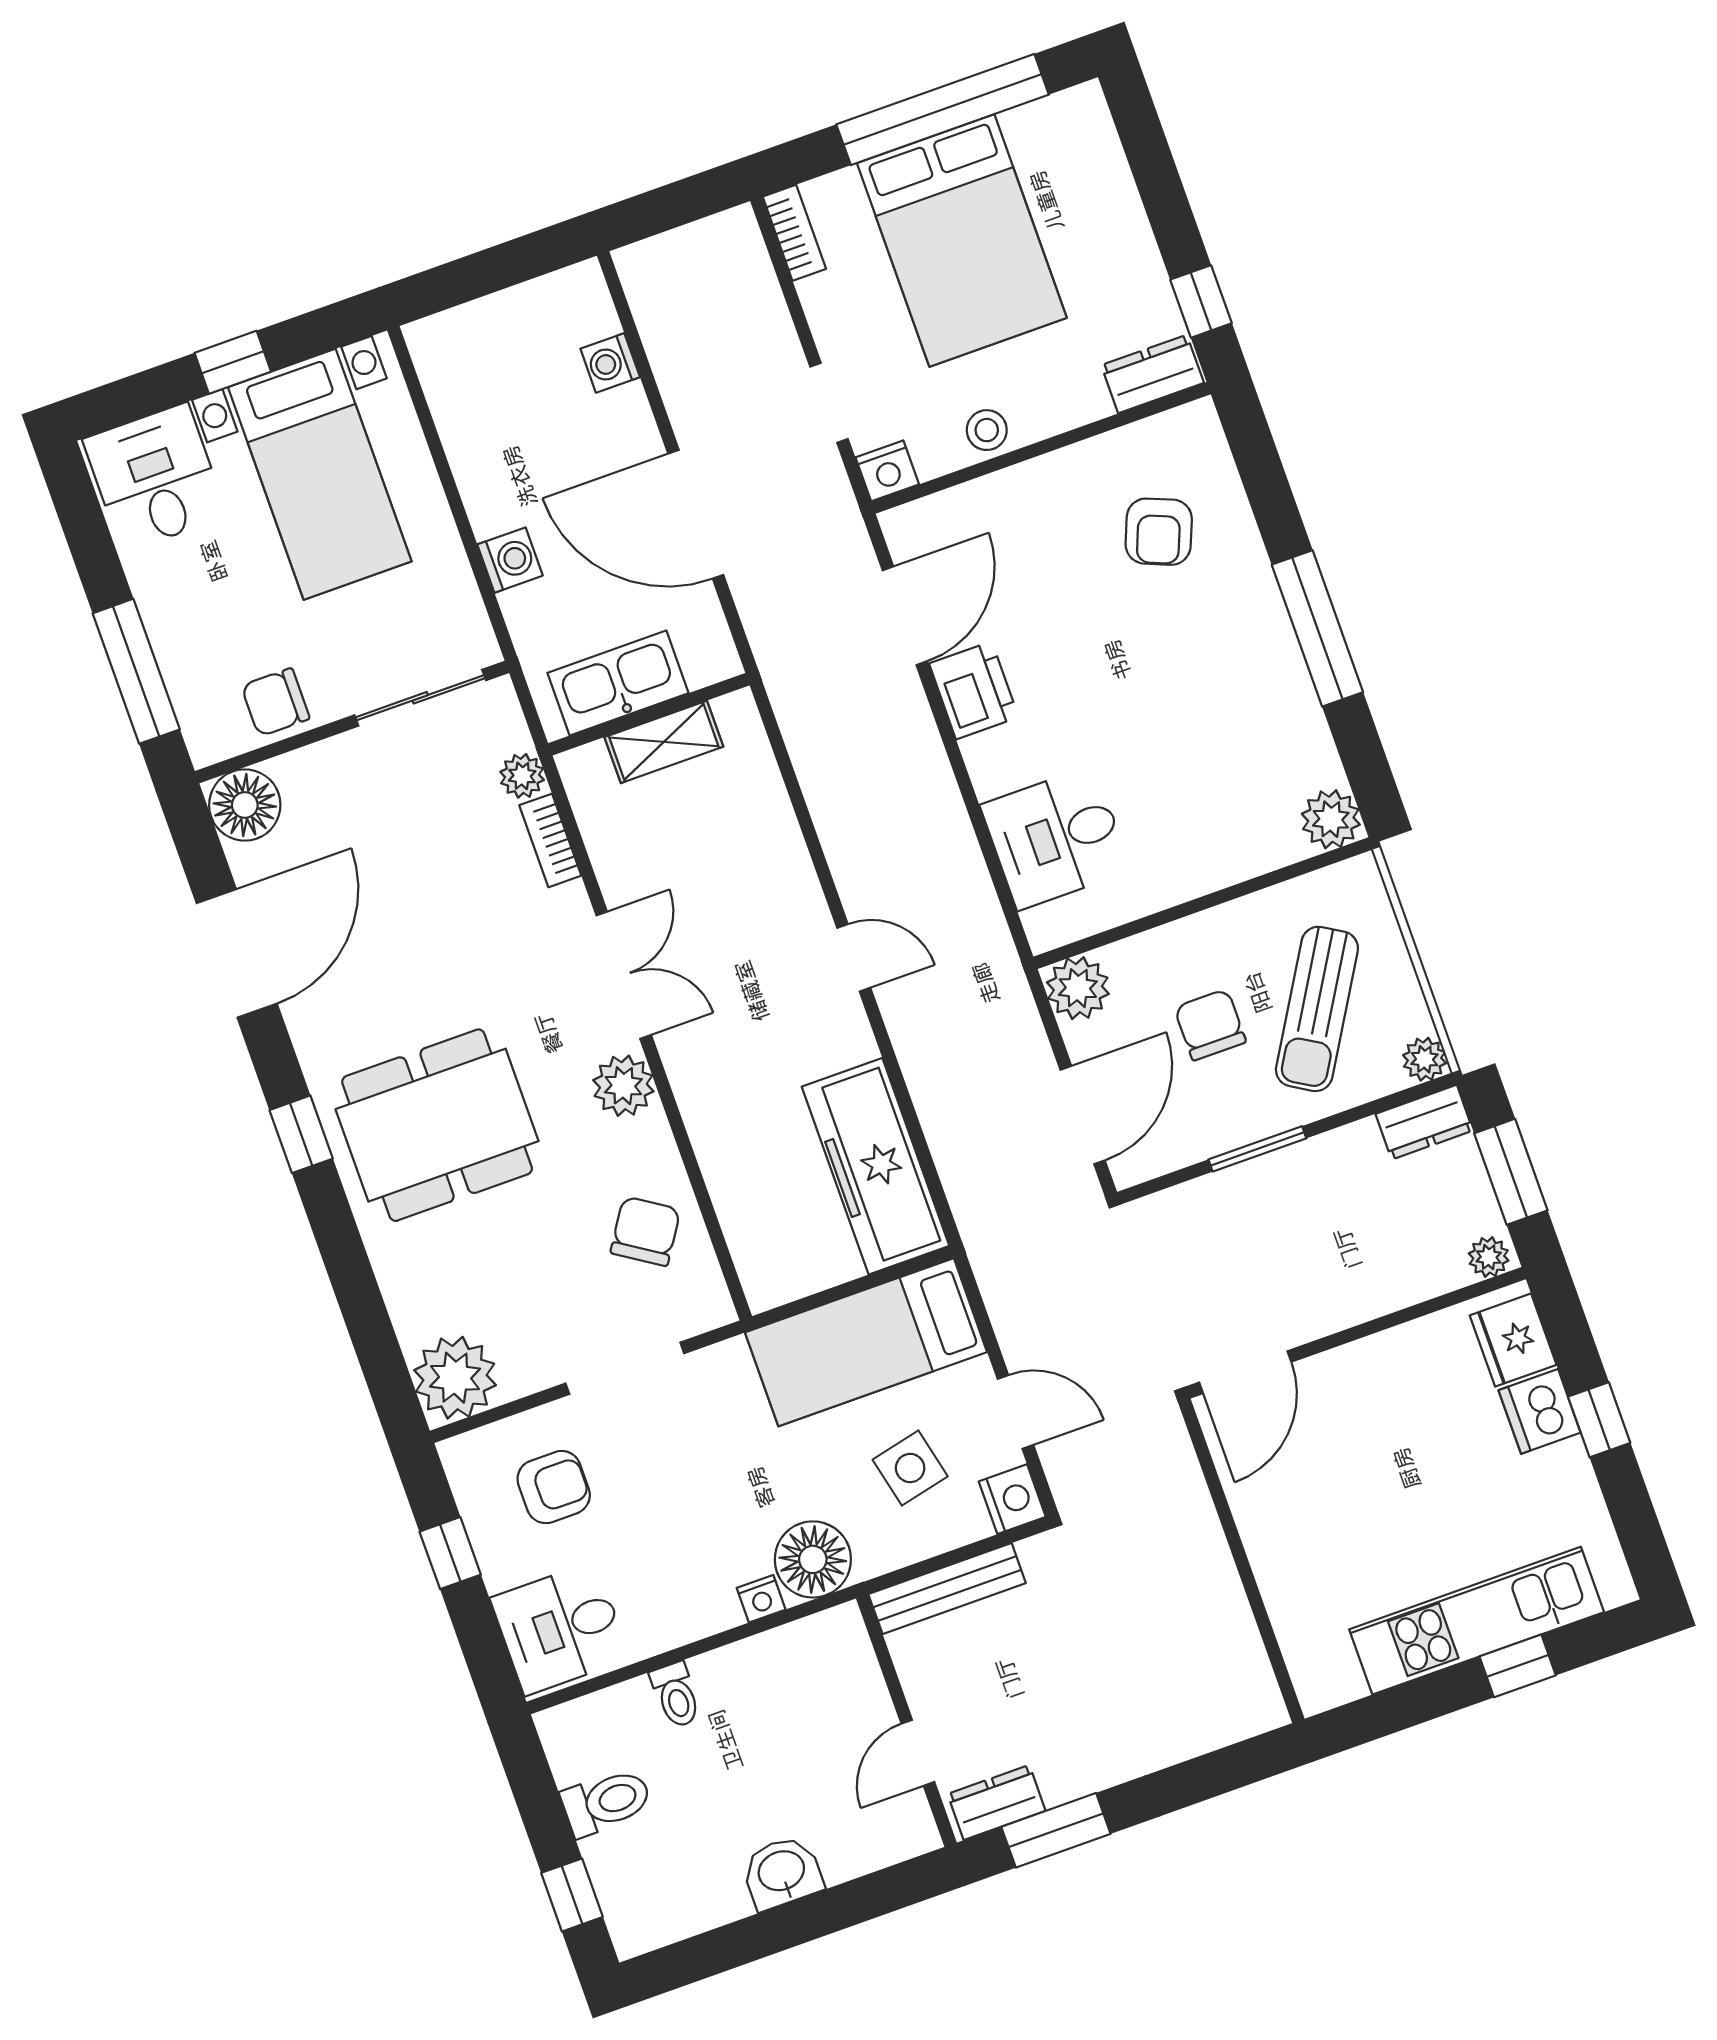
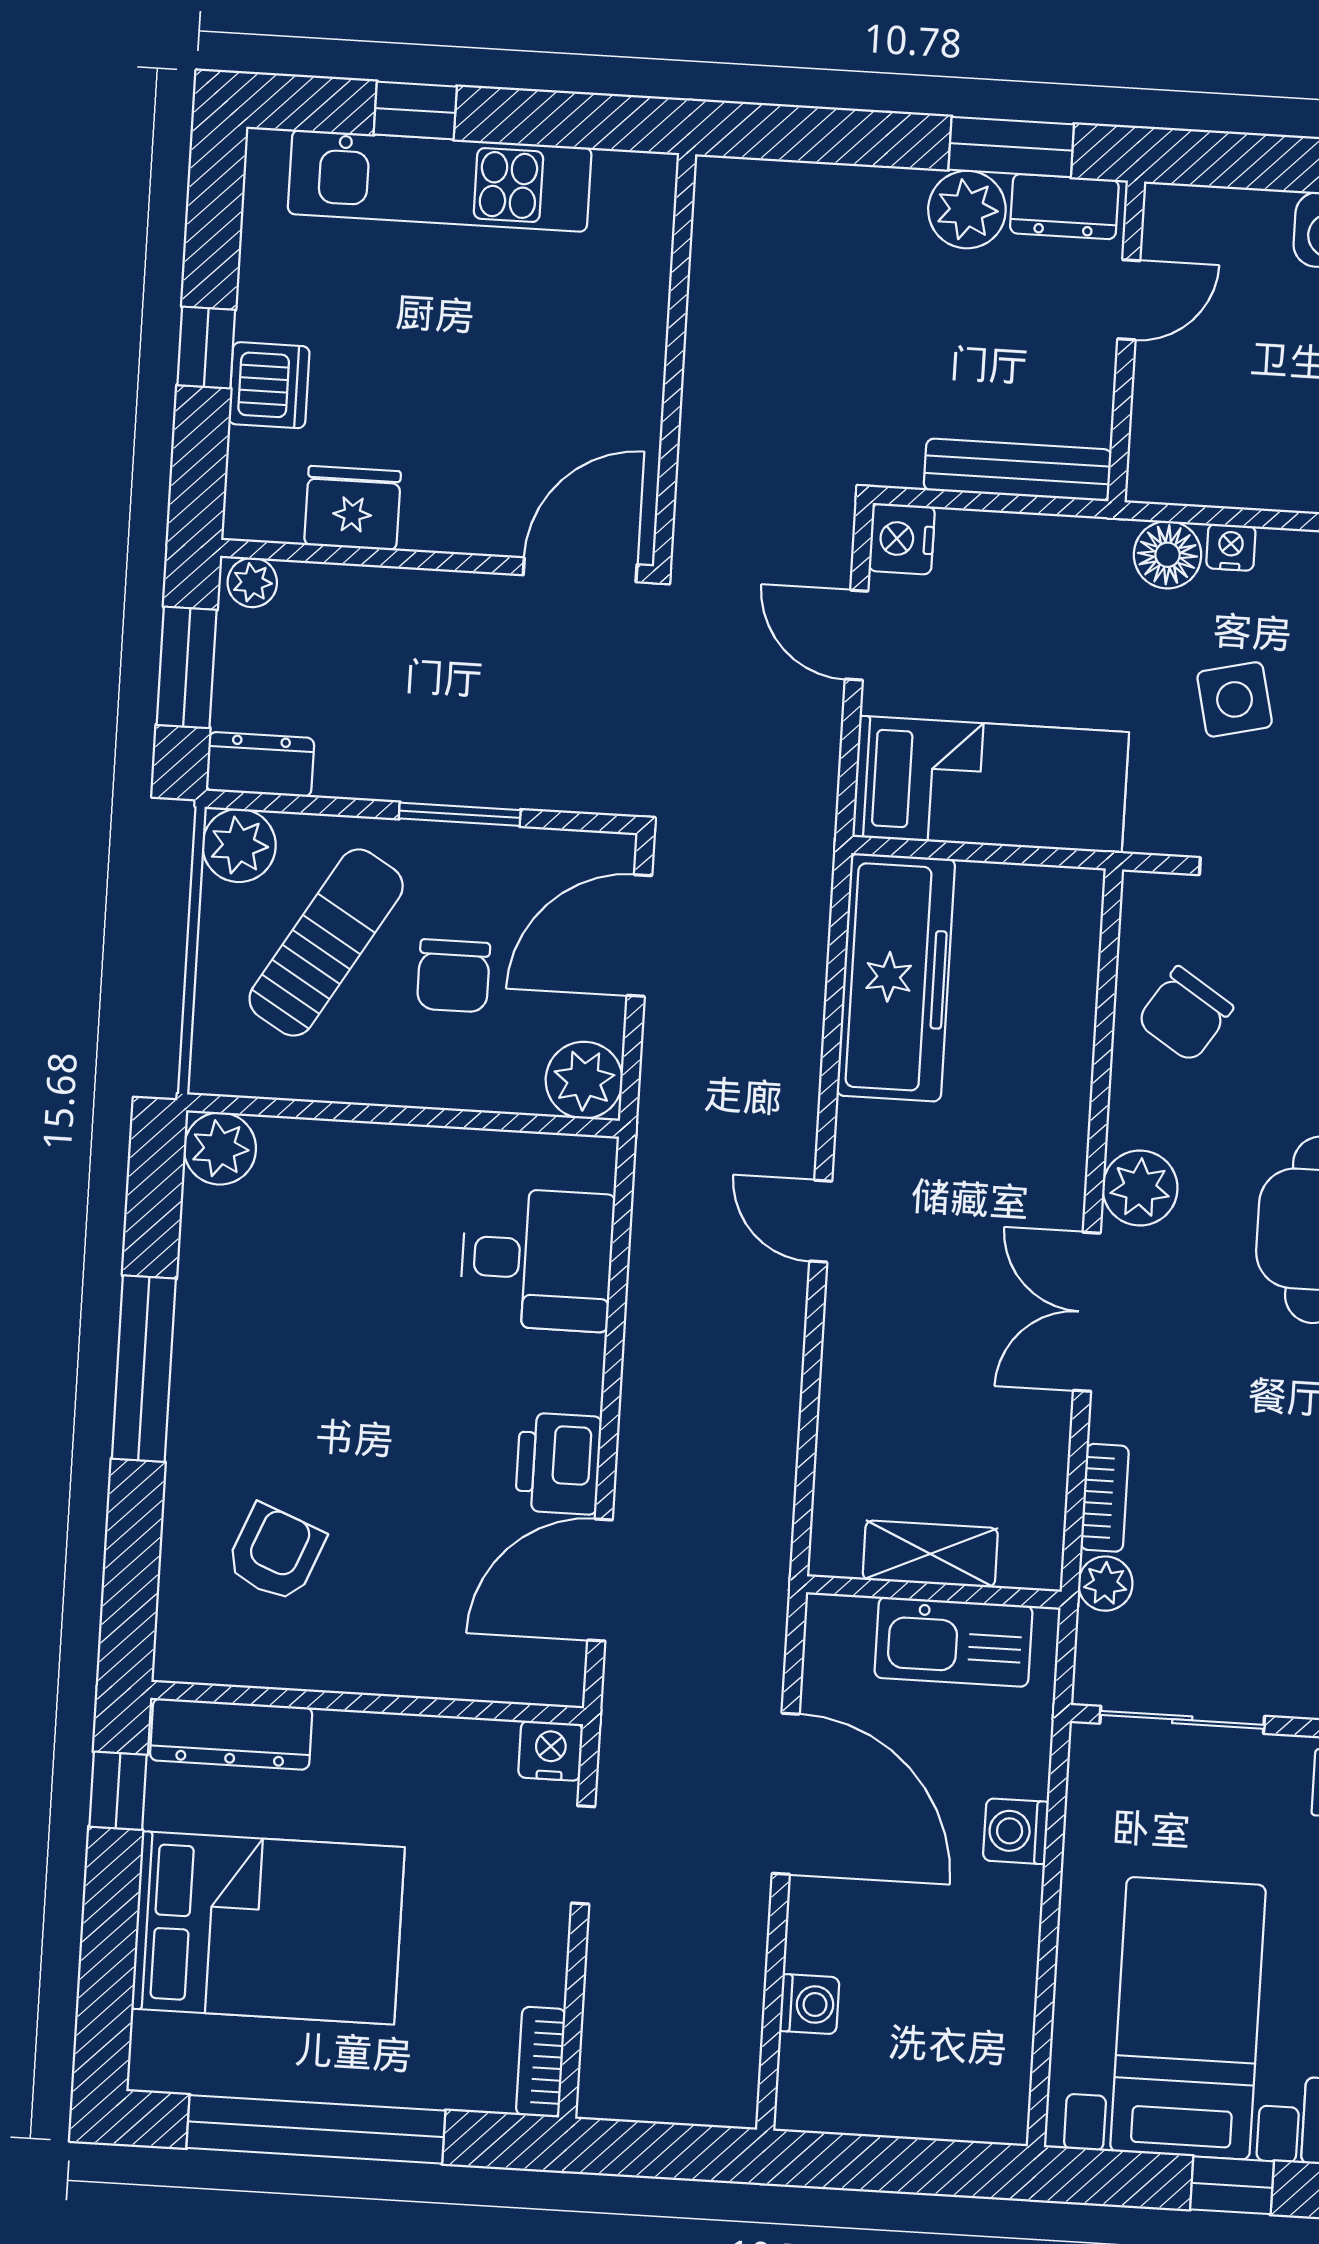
bed: (962, 240) -> (268, 1928), moved, turned 90
dresser: (1153, 374) -> (231, 1734), width x1.44
stool: (987, 430) -> (419, 1749), removed
plant: (1424, 1059) -> (239, 845), width x1.38, depth x1.38
fridge: (1513, 1340) -> (352, 508), moved, turned -90
side table: (910, 1468) -> (1235, 699), moved
floor lamp: (813, 1559) -> (1167, 555), width x0.73, depth x0.73
plant: (1069, 1769) -> (967, 210), added

